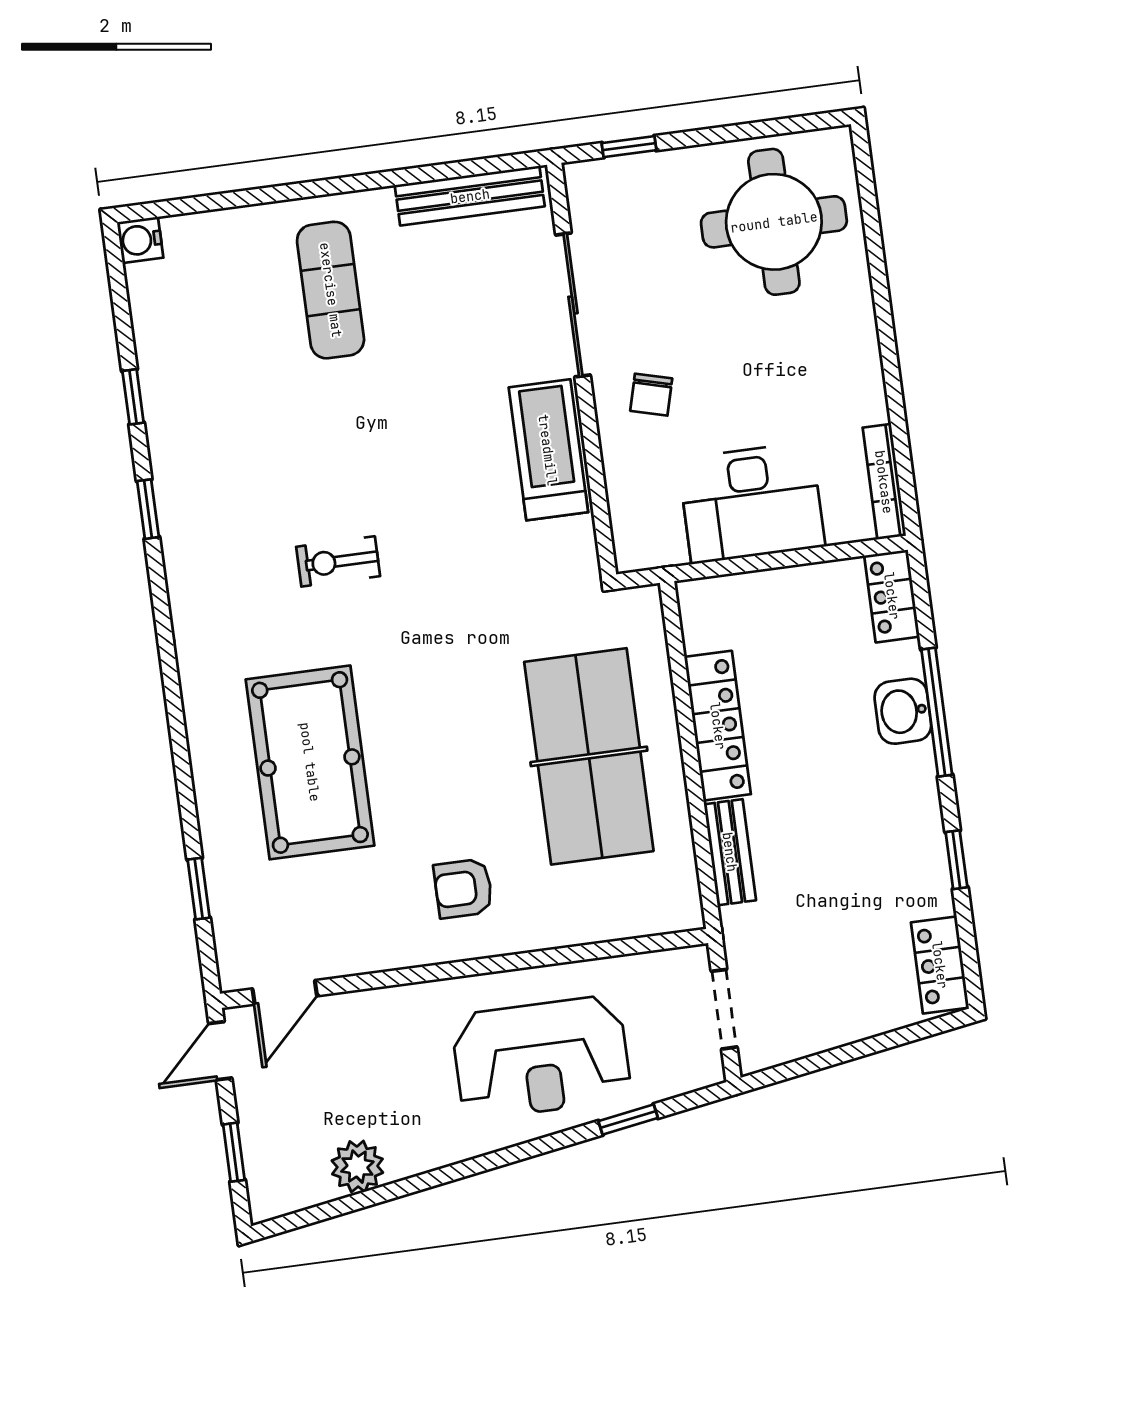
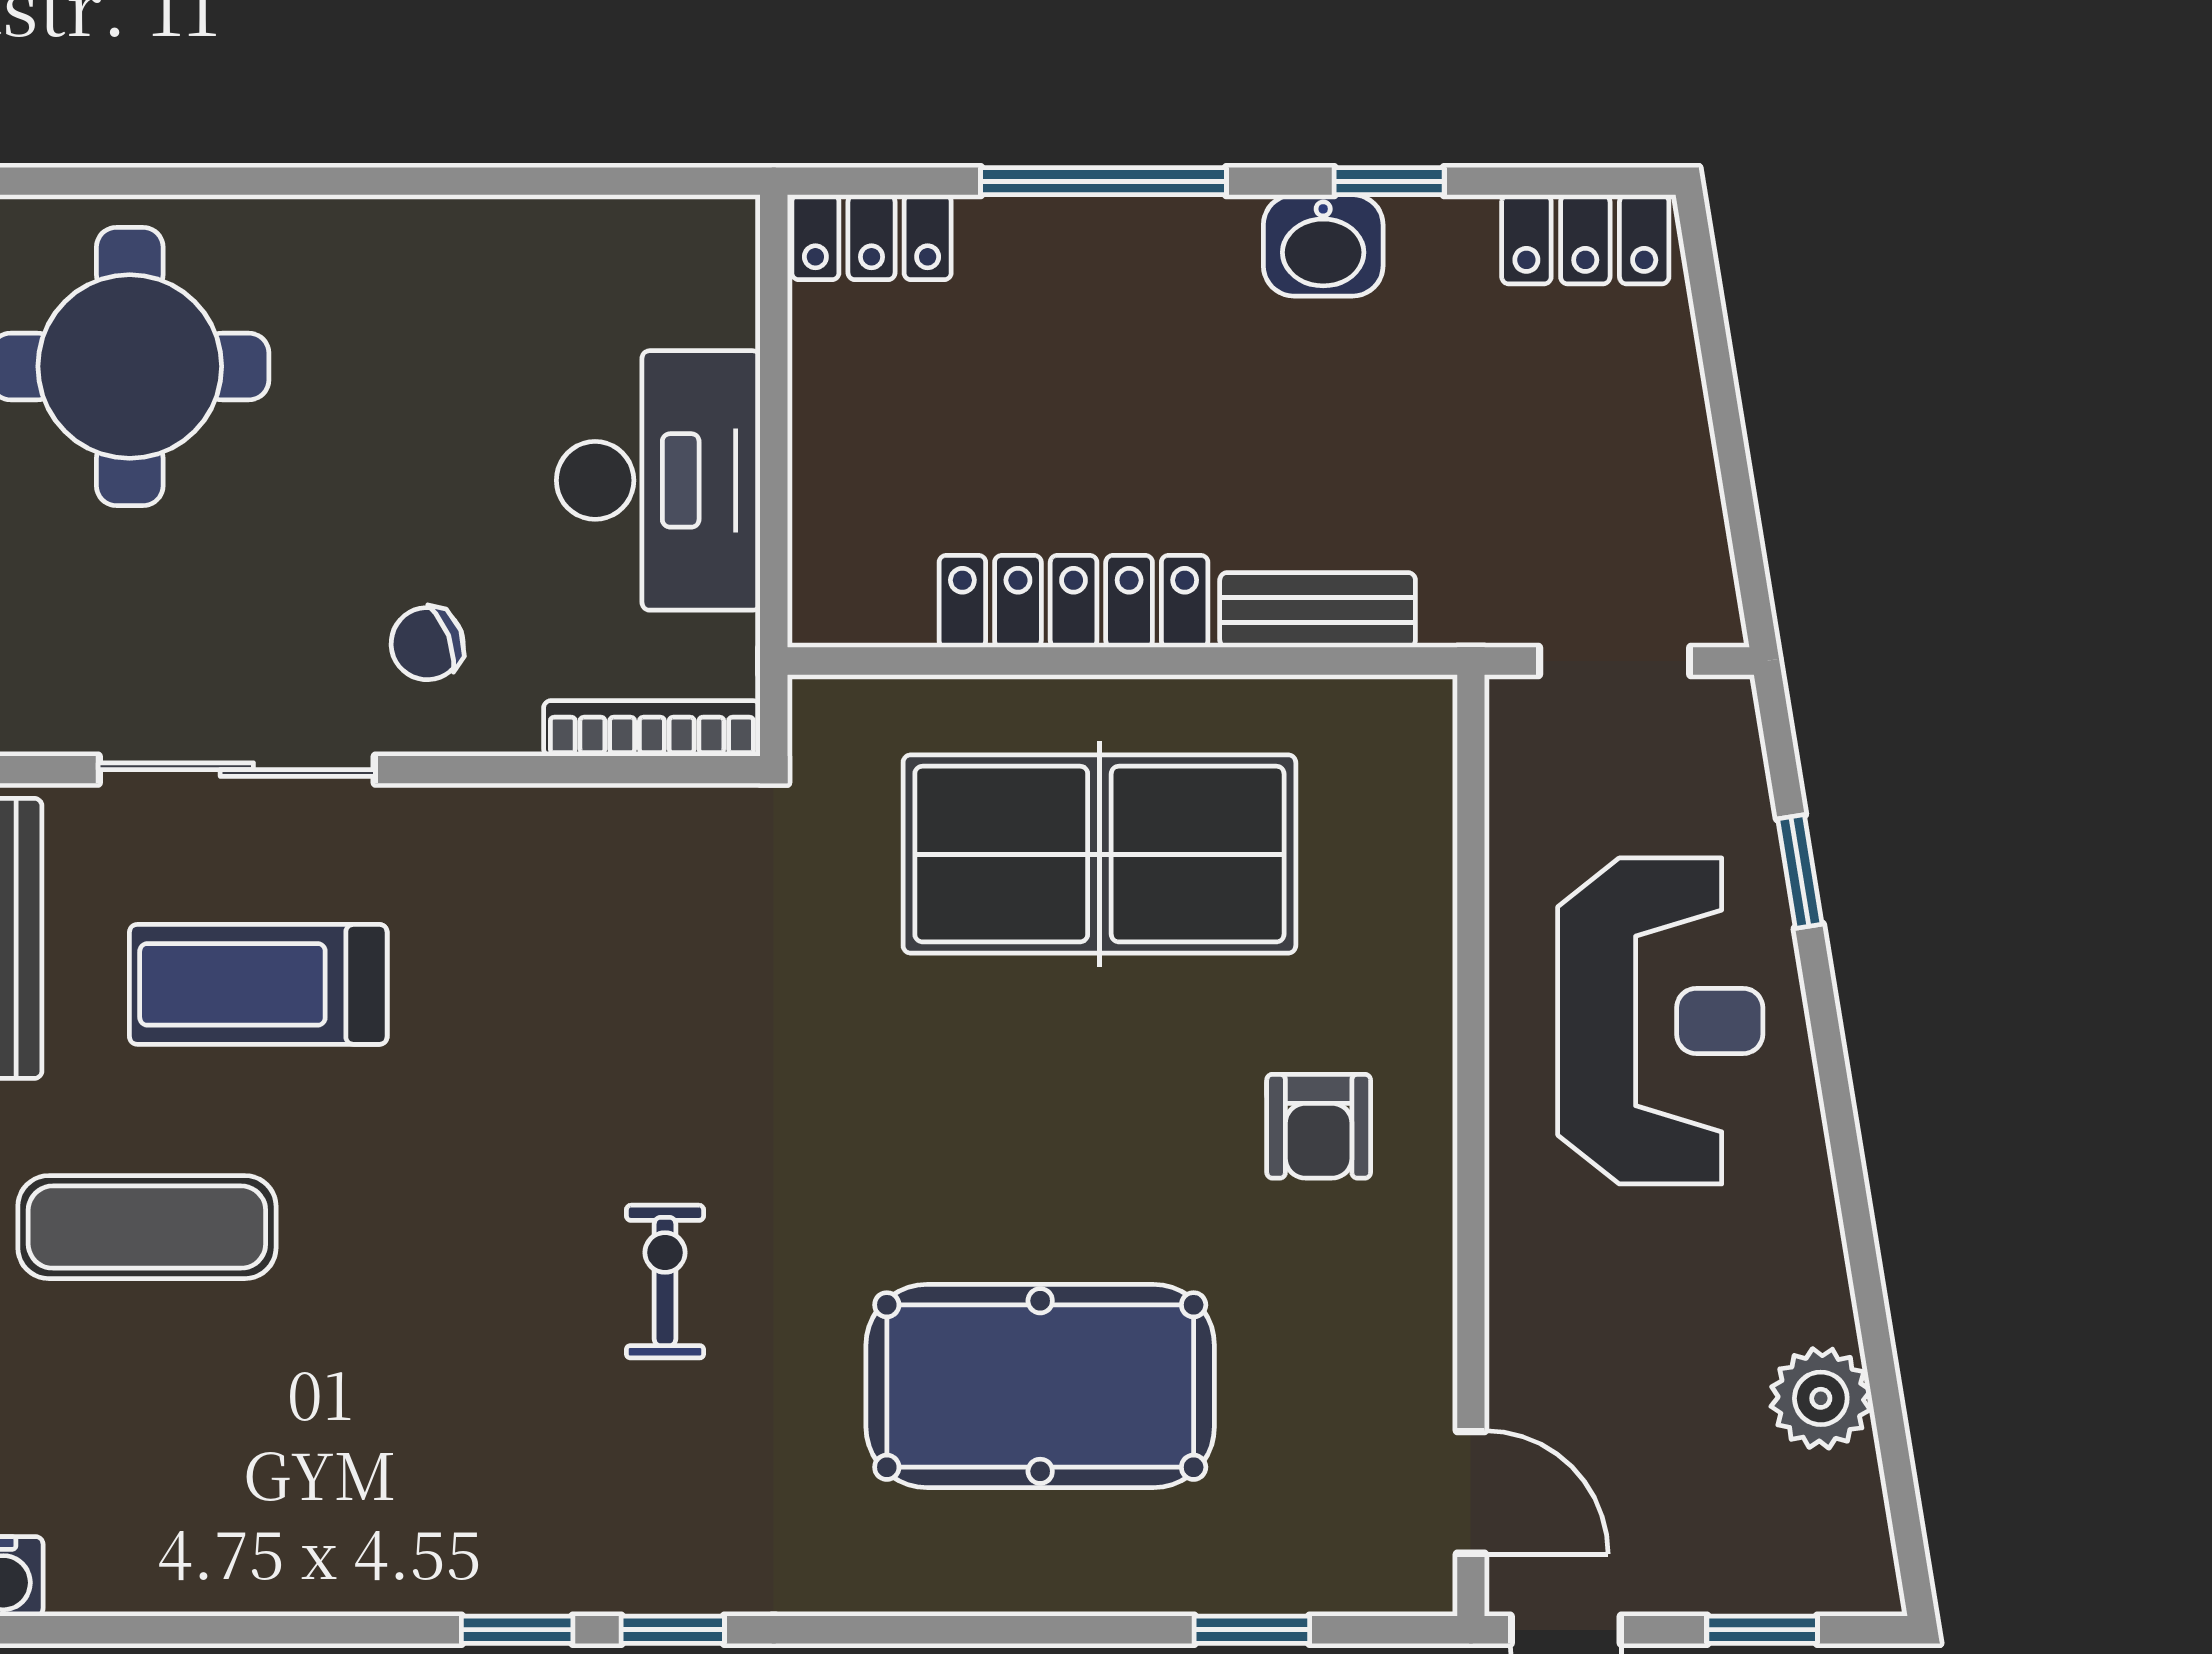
chair: (651, 395) -> (427, 644), turned 144
window: (133, 397) -> (673, 1630), moved
treadmill: (548, 450) -> (258, 984), moved
bookcase: (884, 482) -> (652, 728), moved, turned 180
exercise bike: (338, 561) -> (665, 1282), turned 180
washbasin: (903, 711) -> (1323, 245), moved

